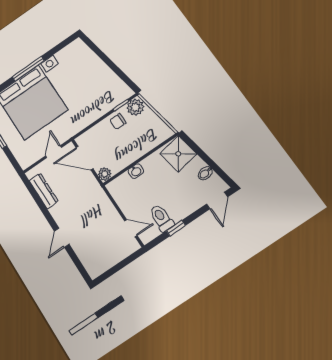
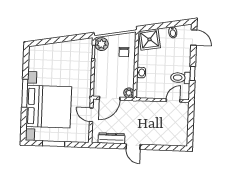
chair: (118, 121) -> (124, 52), moved
door: (62, 238) -> (133, 147), moved

